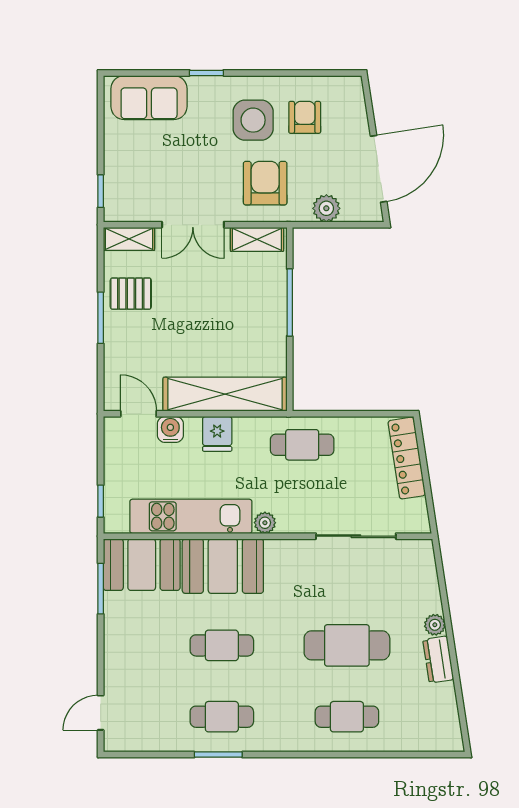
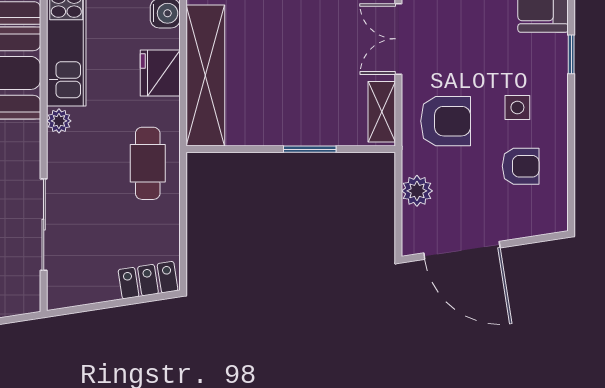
side table: (253, 120) -> (517, 107), width x0.54, depth x0.54
window: (290, 302) -> (310, 149), width x0.69
fridge: (217, 434) -> (160, 73), width x1.38
locker: (407, 458) -> (148, 280), width x0.66

